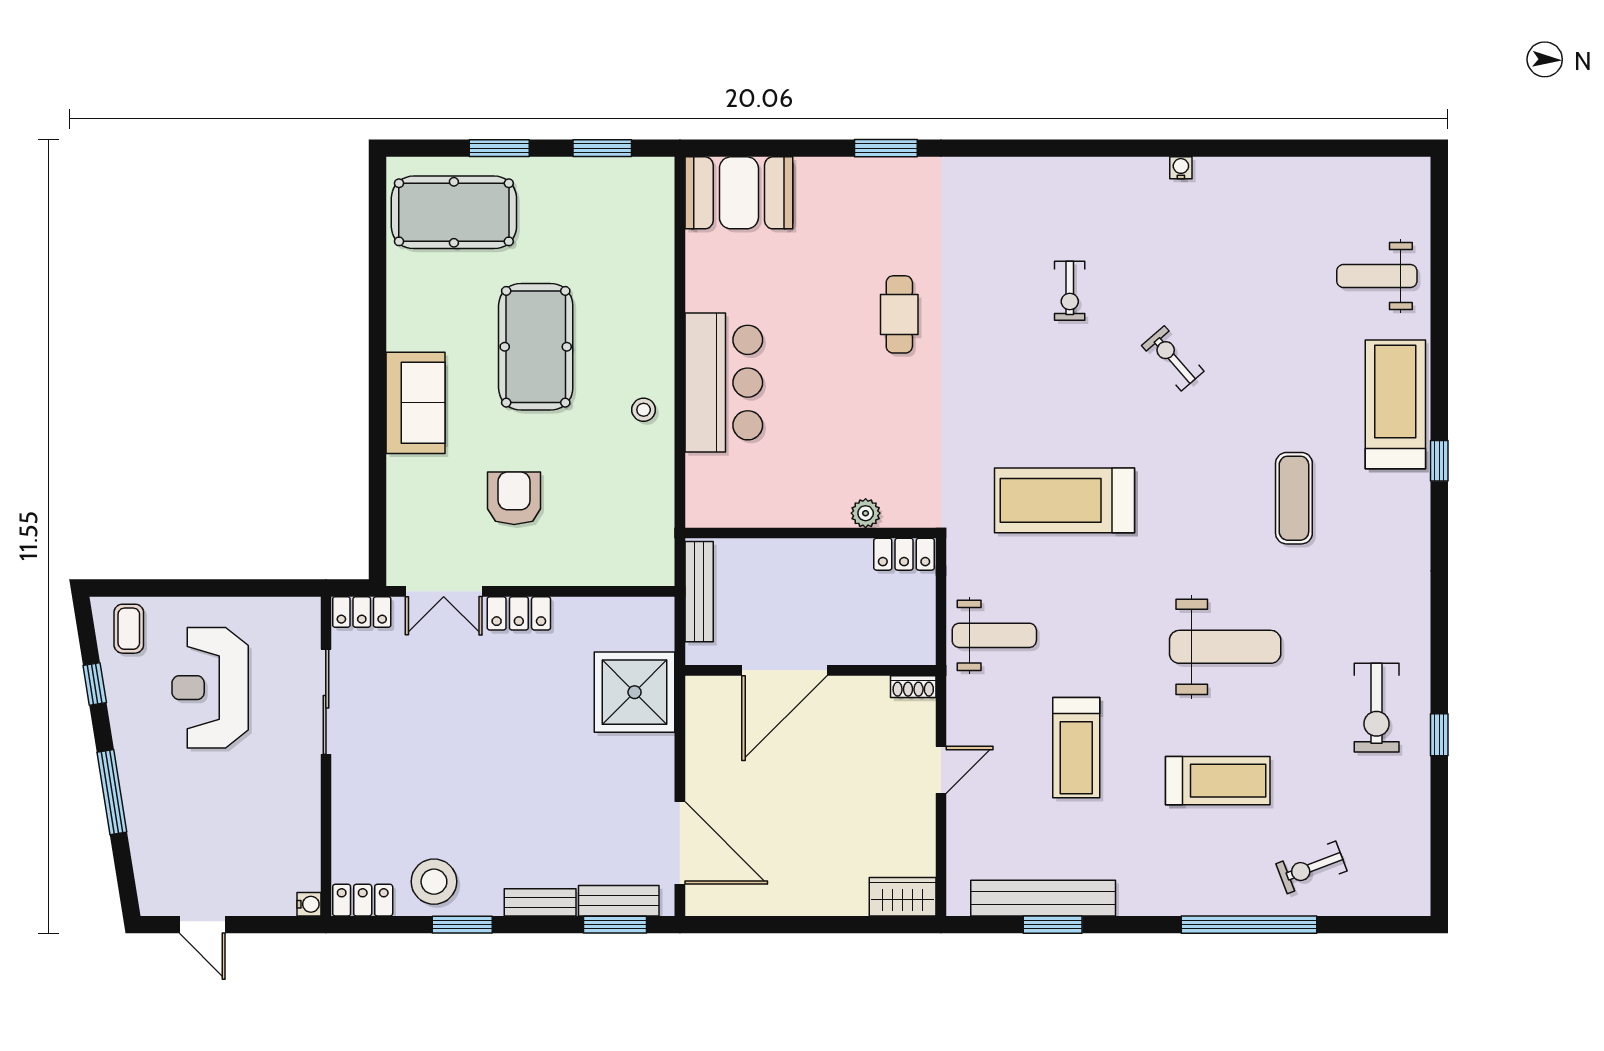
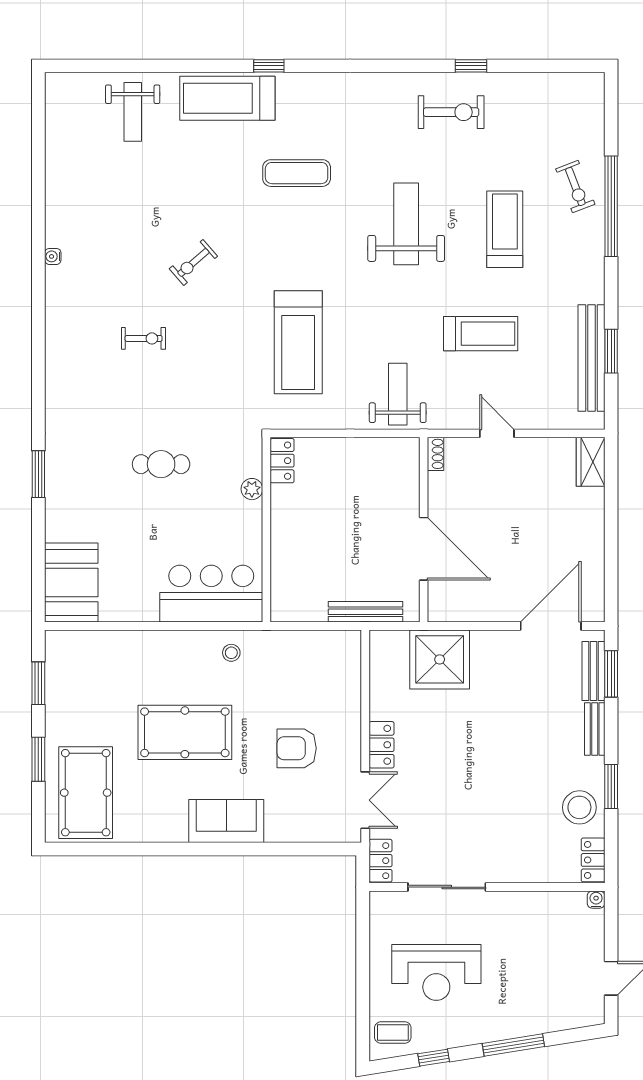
plant: (866, 513) -> (252, 489), moved
wall: (810, 533) -> (266, 530), moved
locker: (904, 554) -> (282, 461), moved
exercise bike: (1311, 867) -> (575, 187), moved

